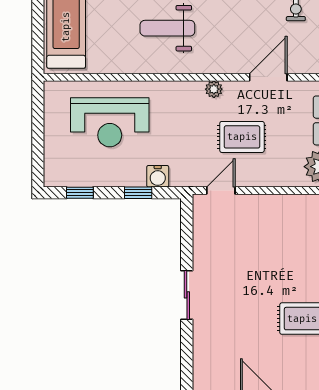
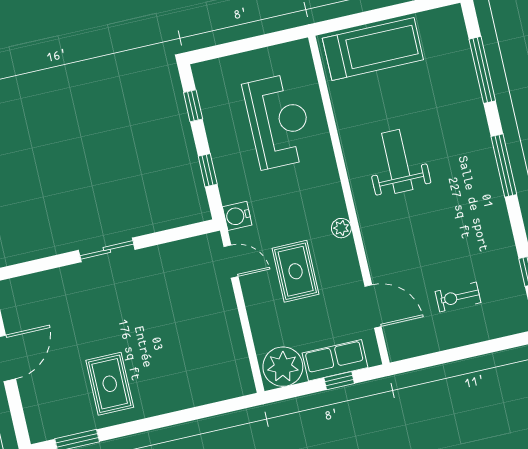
door: (268, 77) -> (373, 306), moved
reception desk: (110, 122) -> (278, 121), turned 180
water cooler: (158, 176) -> (237, 216), moved

